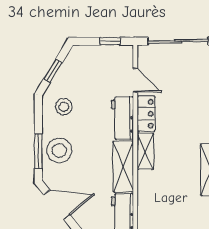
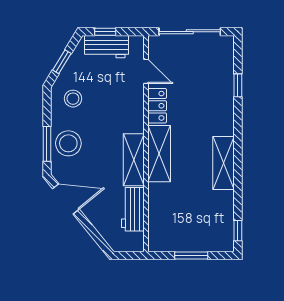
window: (110, 41) -> (105, 32), moved
workbench: (122, 118) -> (106, 47), moved, turned -90
shelving: (145, 151) -> (159, 154), width x1.50, depth x1.33

